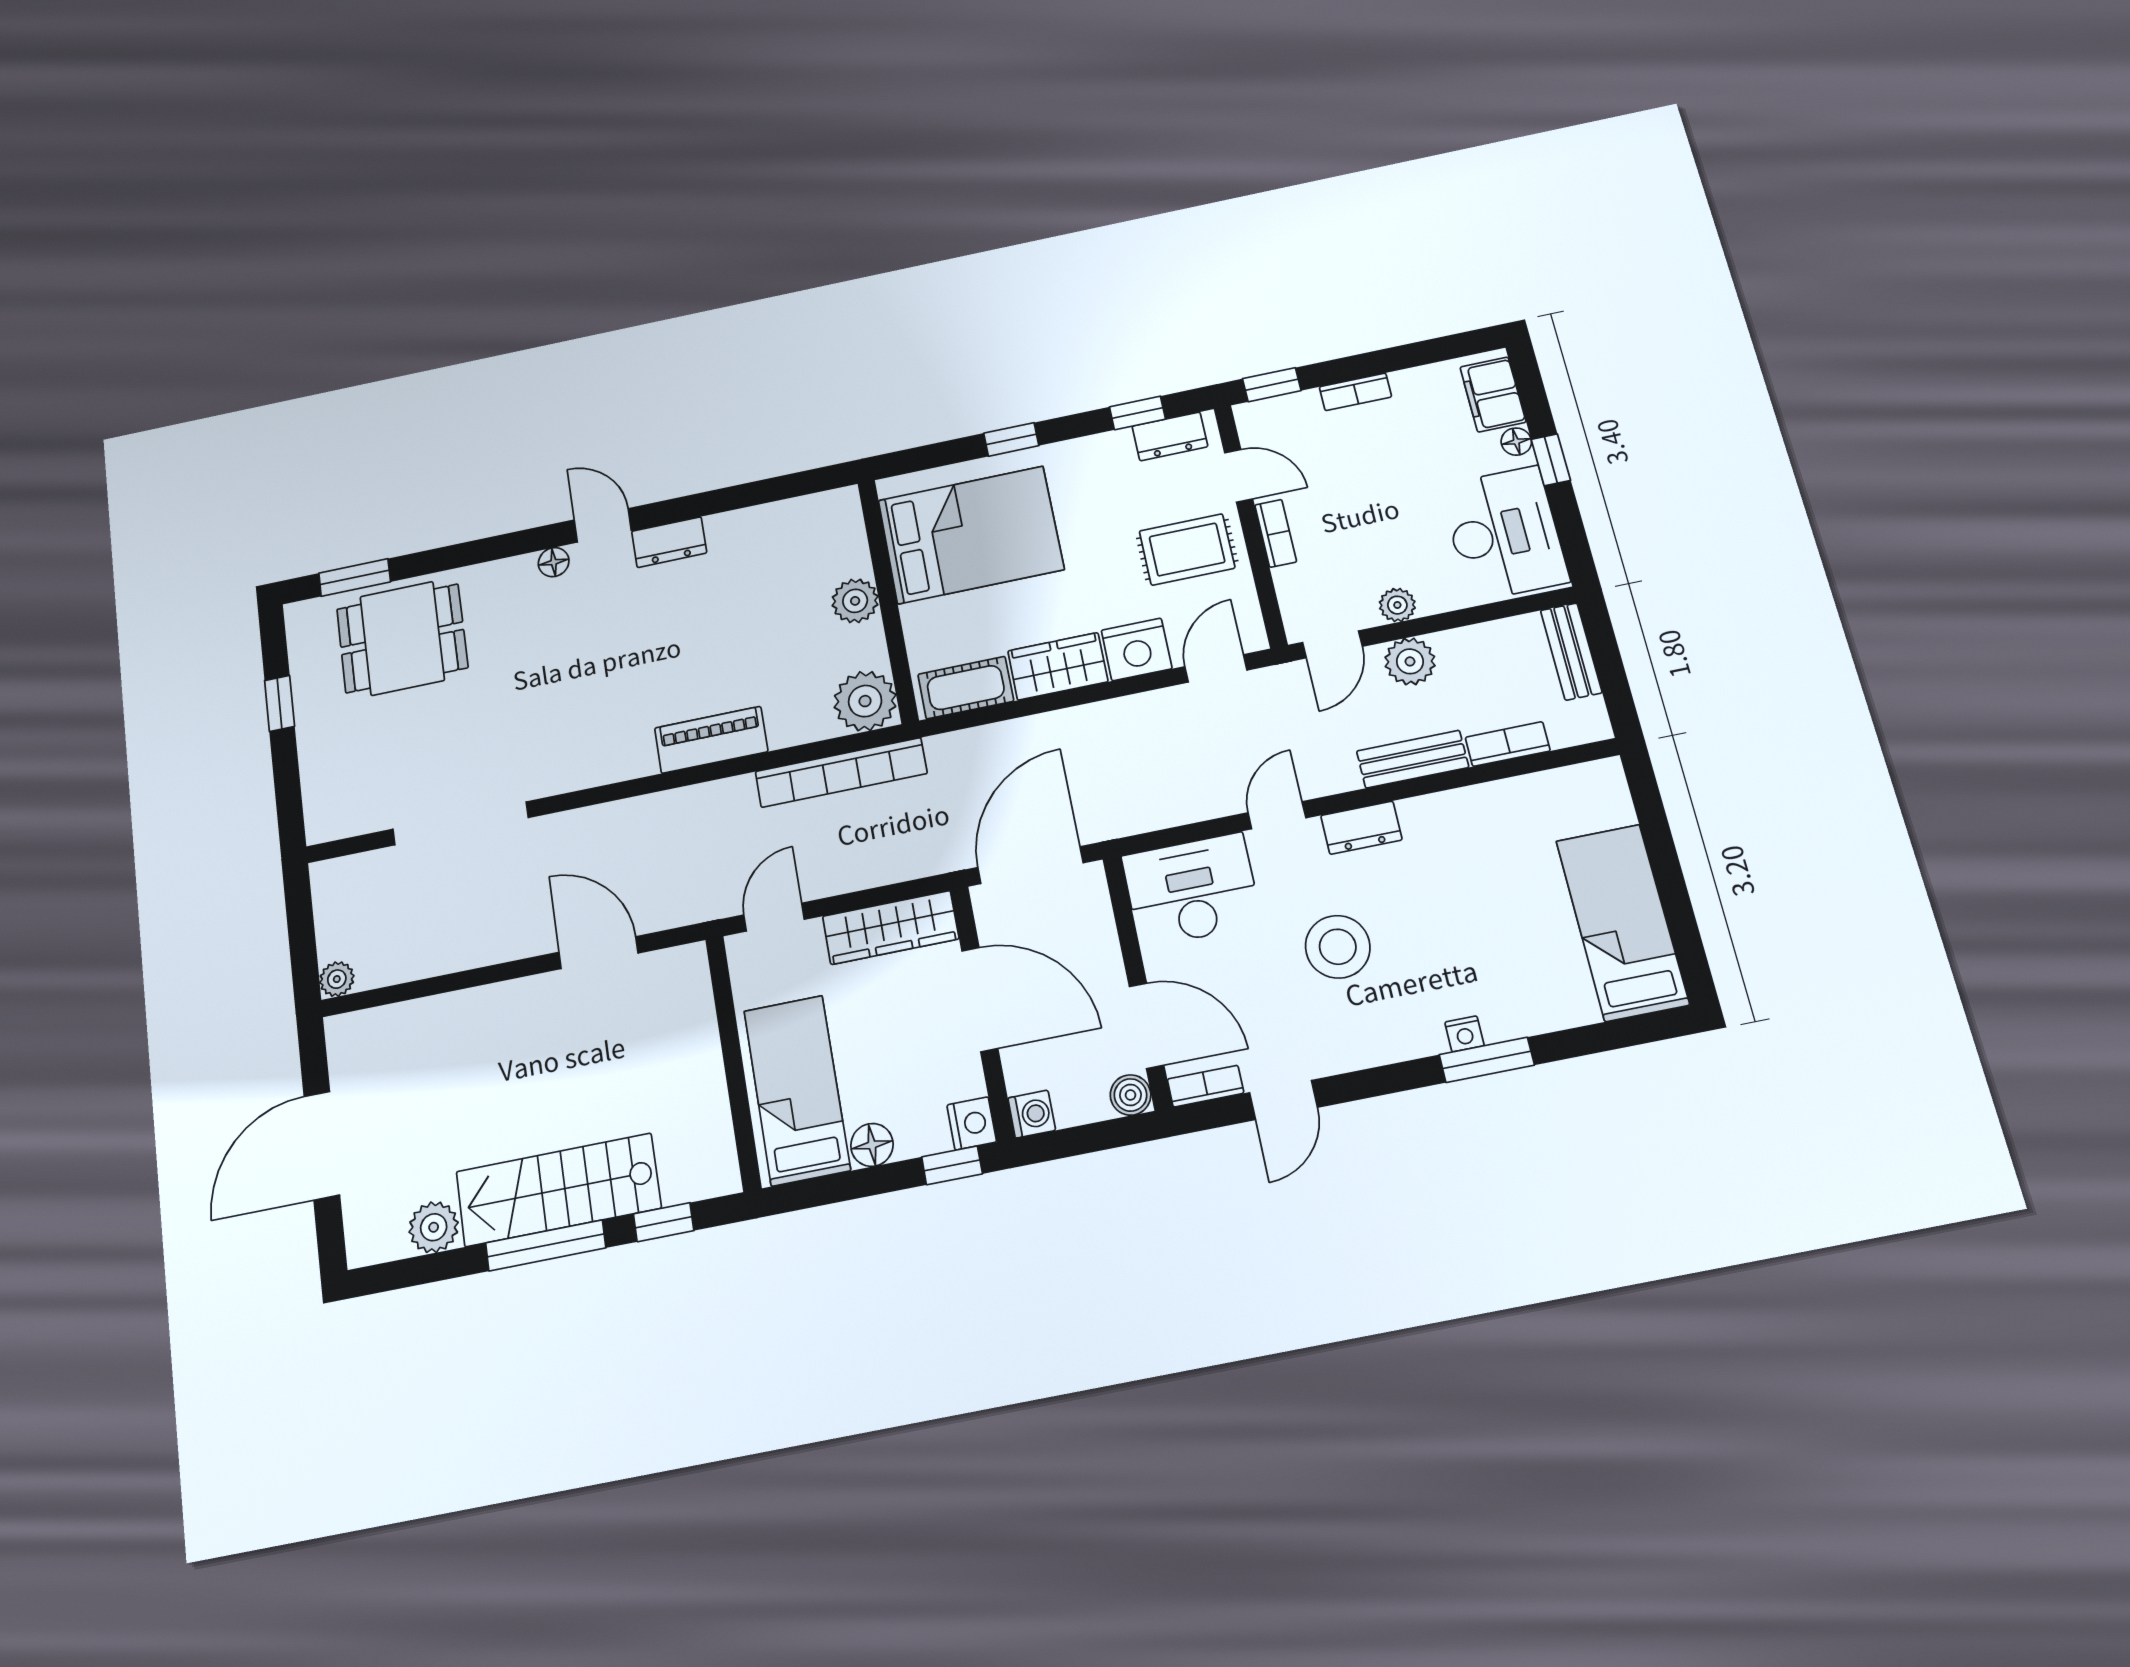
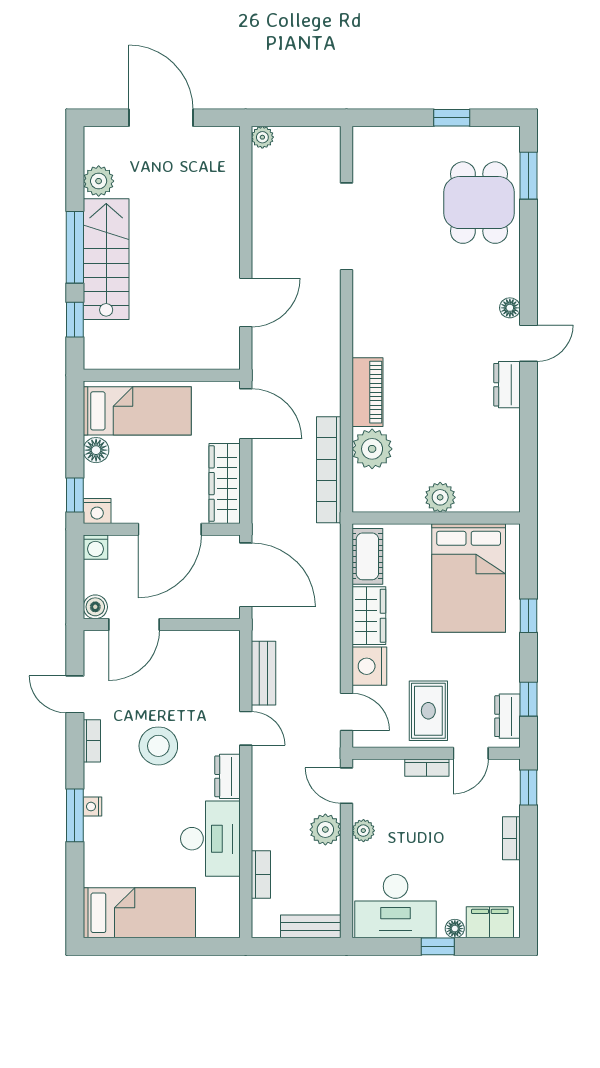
plant: (865, 701) -> (372, 449), moved
bench: (1413, 759) -> (263, 673), moved
desk: (1192, 890) -> (210, 839), moved
door: (774, 917) -> (246, 414), width x1.38
bookcase: (1206, 1086) -> (92, 741), moved

